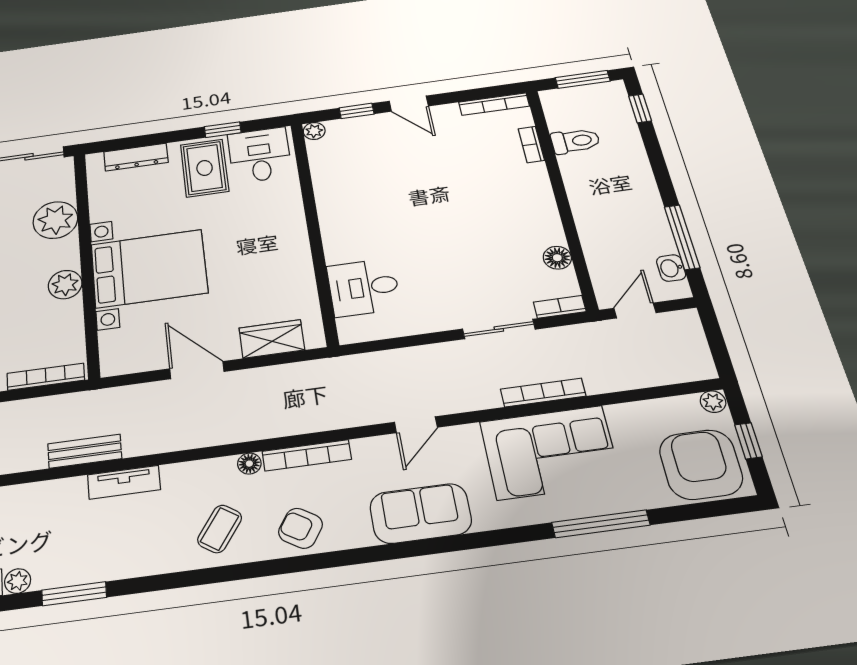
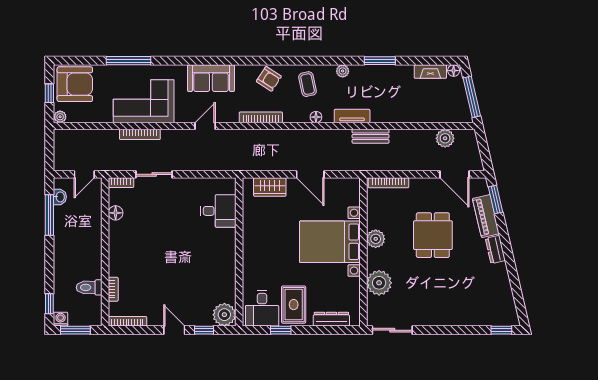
washing machine: (614, 90) -> (61, 319), added
plant: (314, 131) -> (224, 315), width x1.87, depth x1.87
floor lamp: (249, 464) -> (316, 117), moved
armchair: (701, 465) -> (75, 84), turned -90
coffee table: (220, 529) -> (308, 84), turned -47
plant: (18, 581) -> (343, 71), moved

